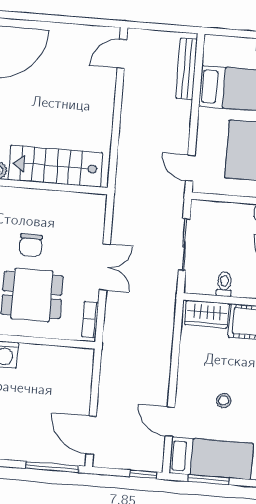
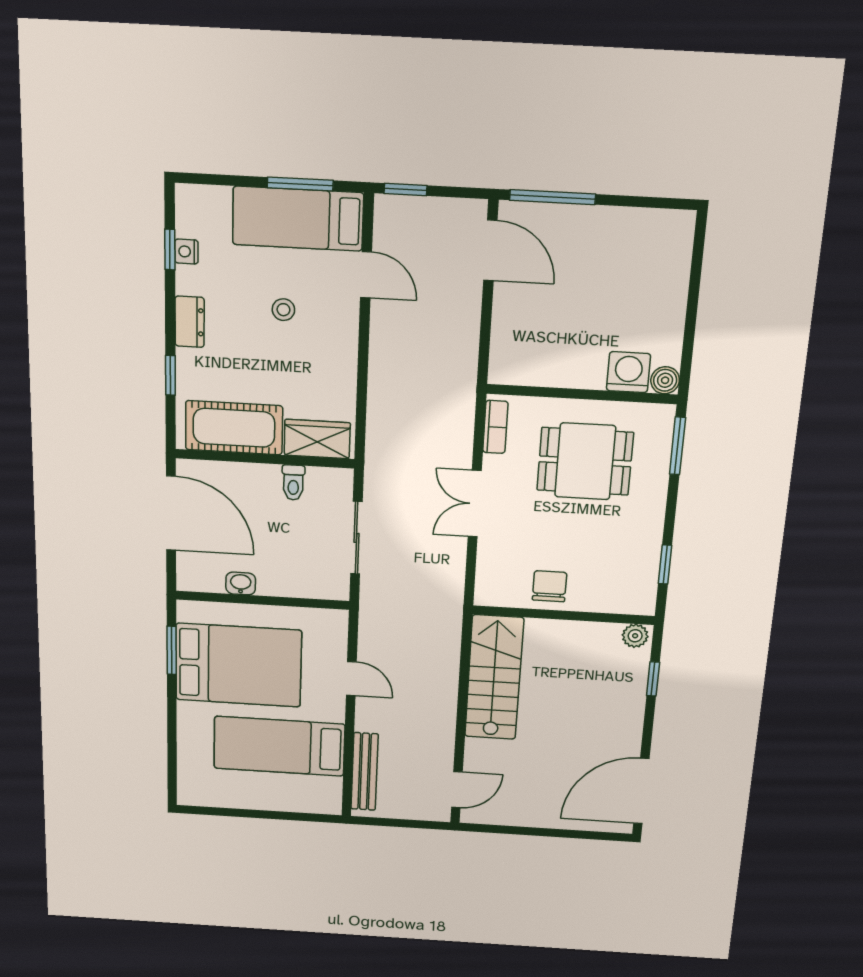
stairs: (55, 166) -> (494, 678), moved, turned -90
door: (190, 168) -> (351, 679), moved
chair: (31, 245) -> (549, 586), moved

